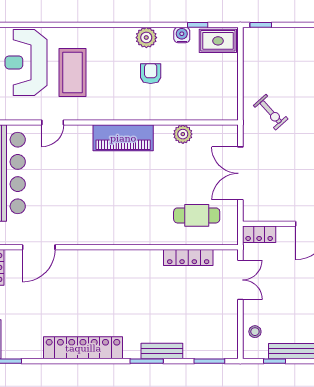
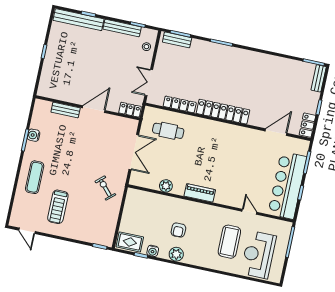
reception desk: (26, 62) -> (258, 255), turned 180
door: (53, 123) -> (249, 212), hinge flipped
piano: (123, 138) -> (200, 193), width x0.73, depth x0.75
locker: (83, 348) -> (223, 112), moved, turned 180
bench: (162, 351) -> (177, 40), moved

